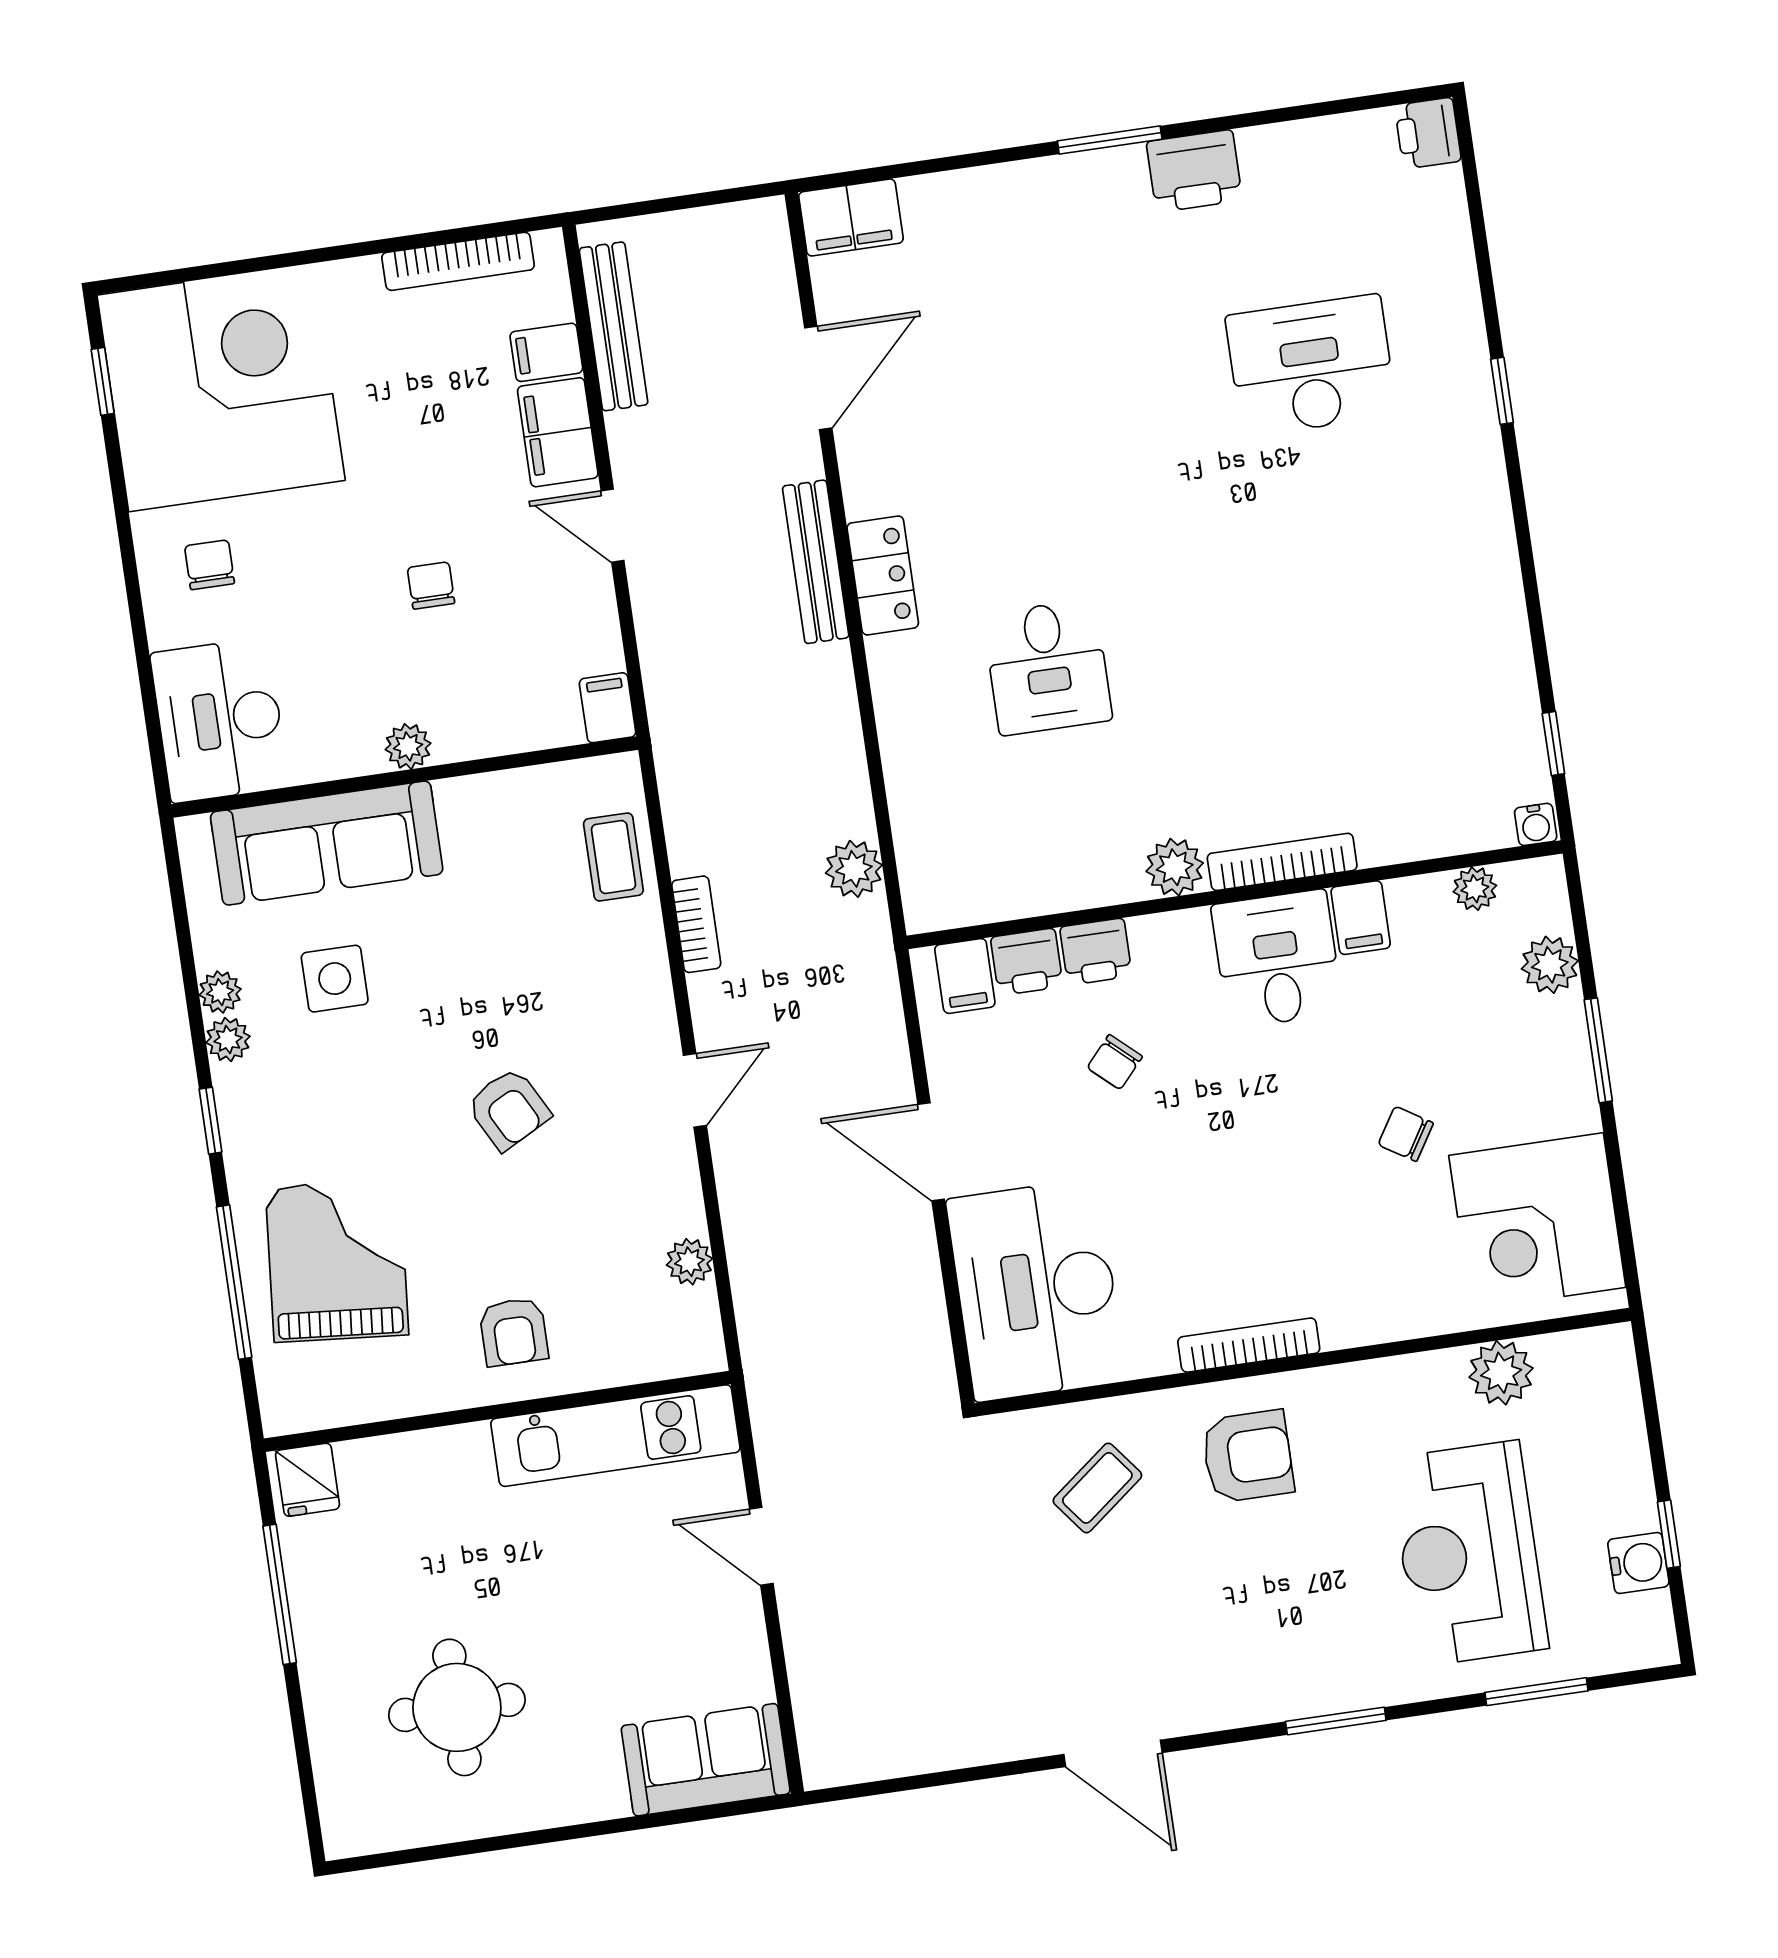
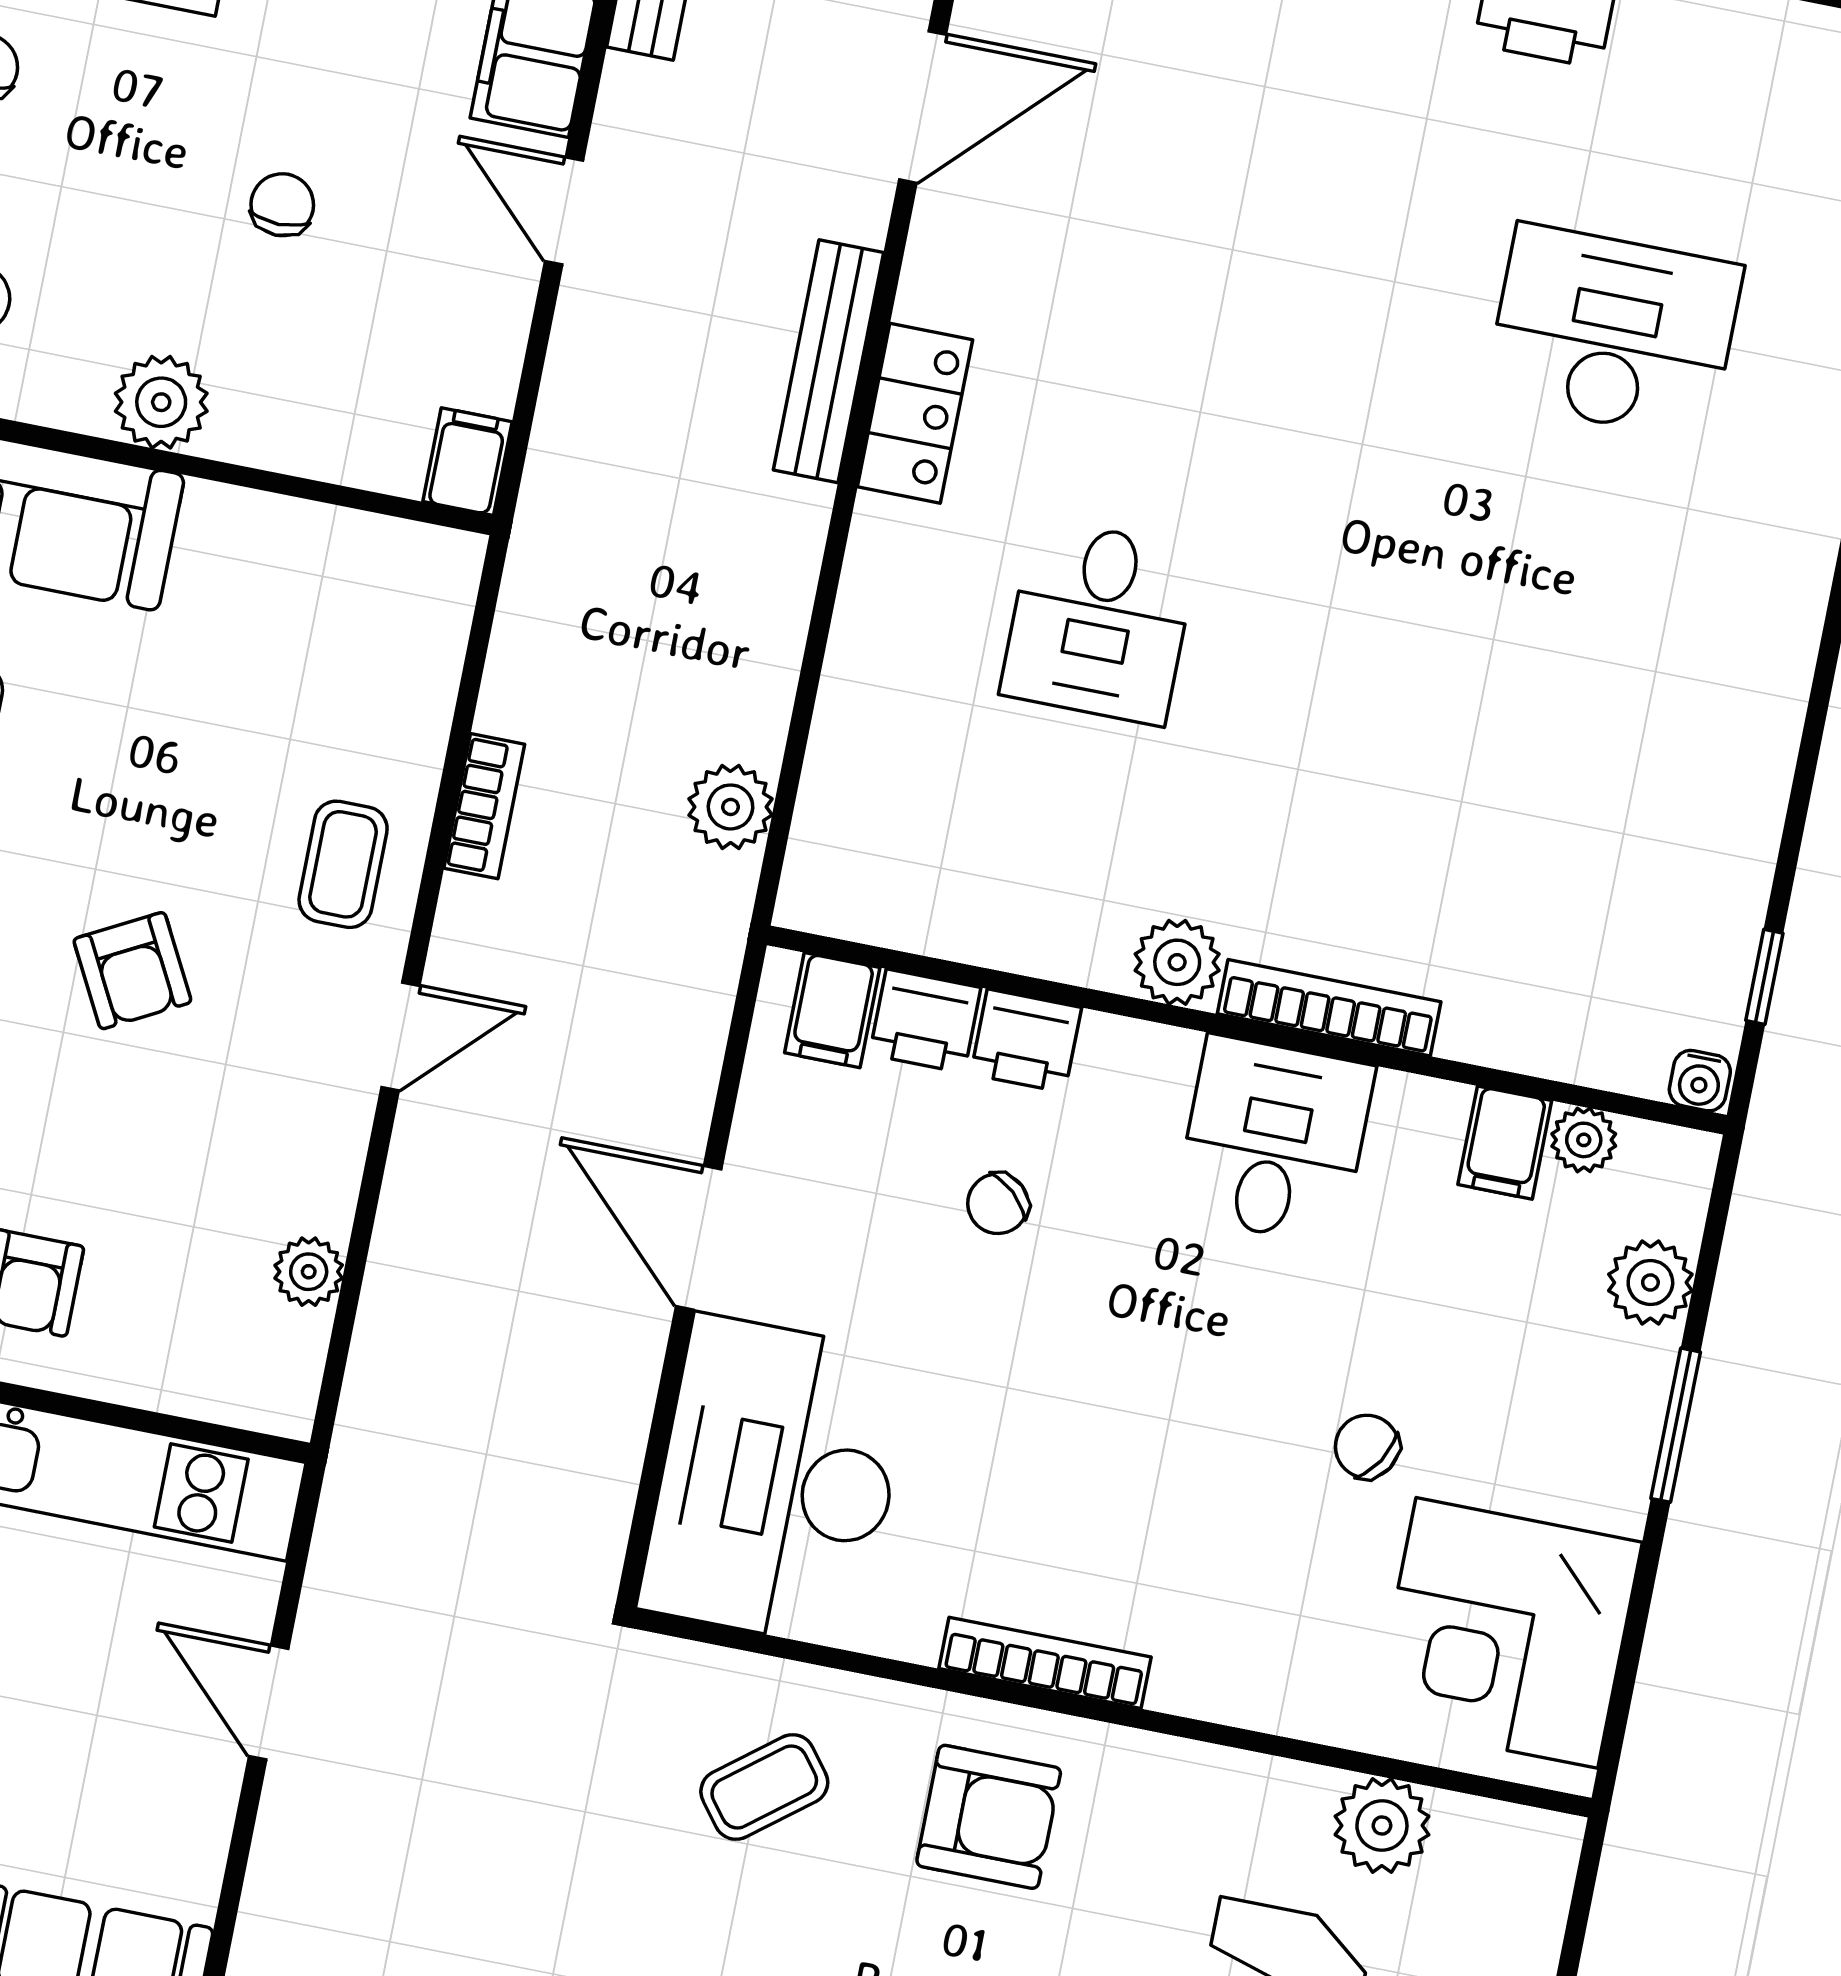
plant: (408, 746) -> (161, 402), width x1.38, depth x1.38
coffee table: (613, 857) -> (343, 864), moved
filing cabinet: (1361, 918) -> (1505, 1143), moved

